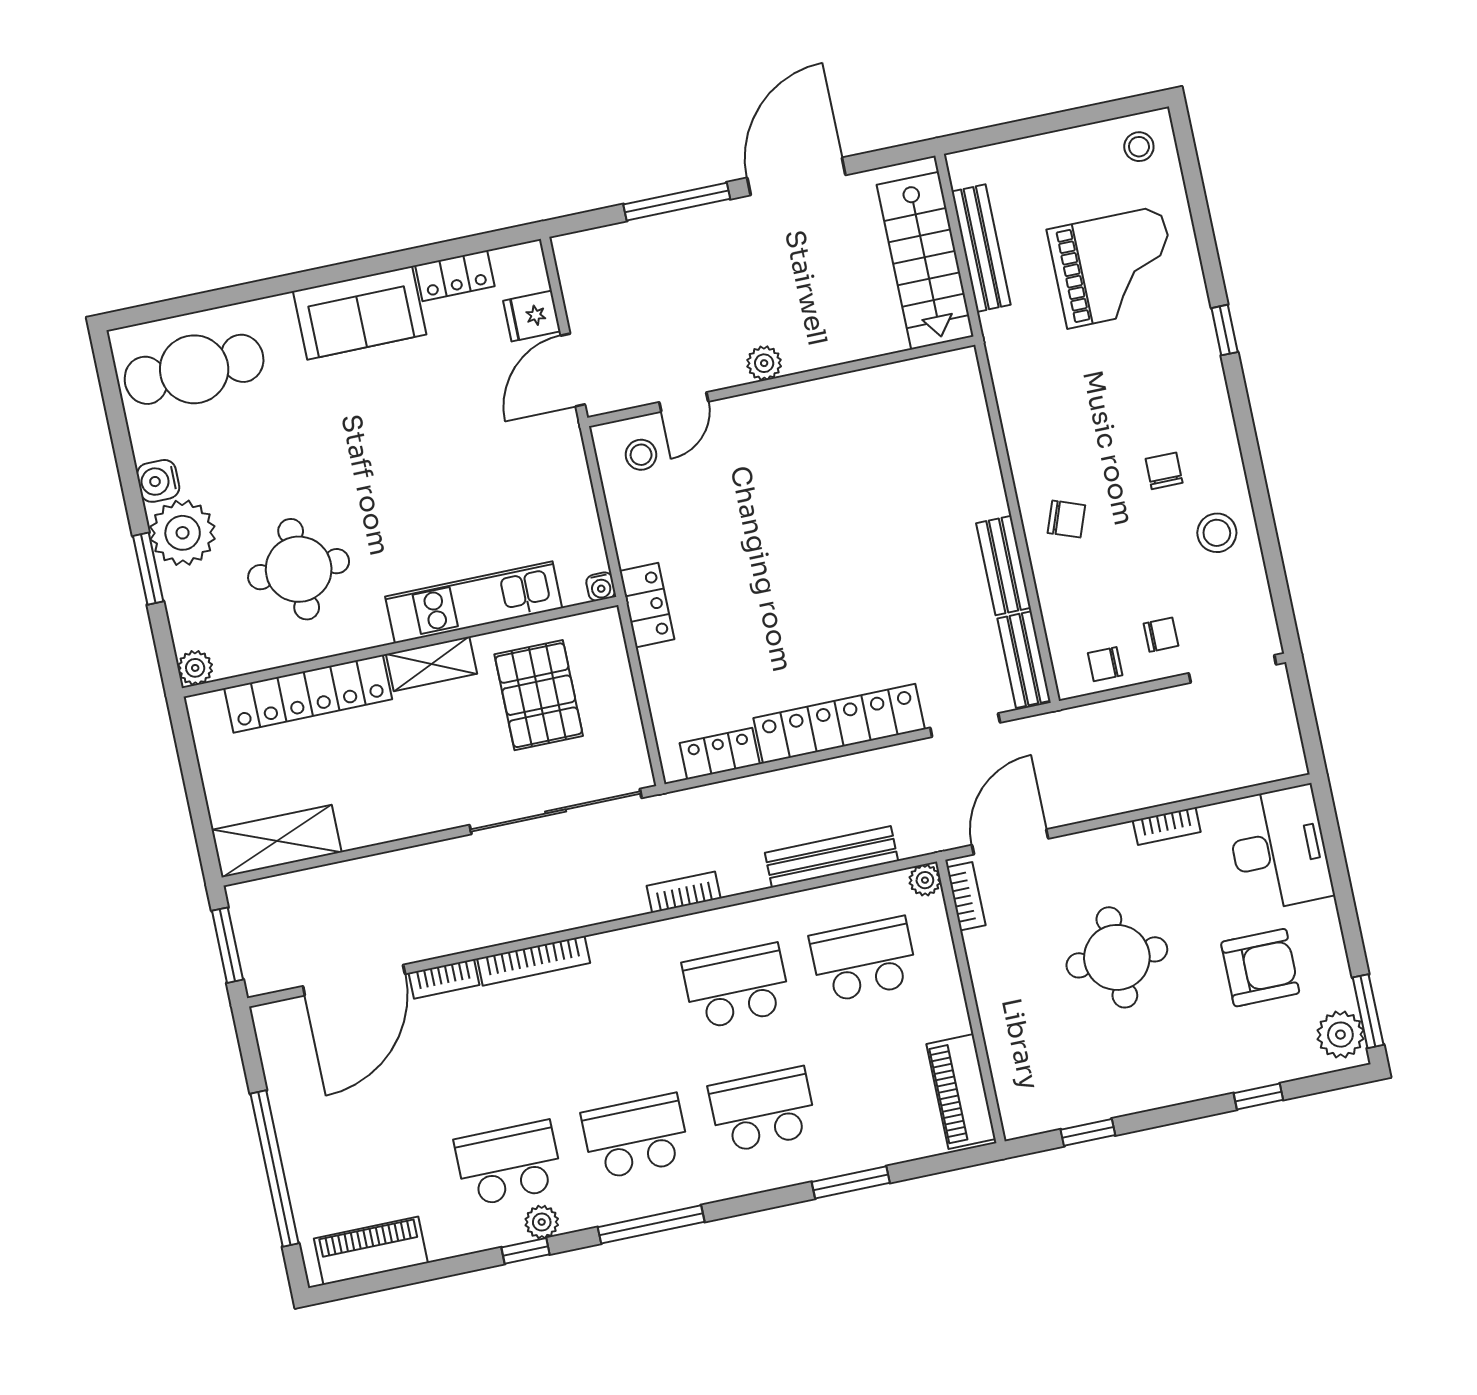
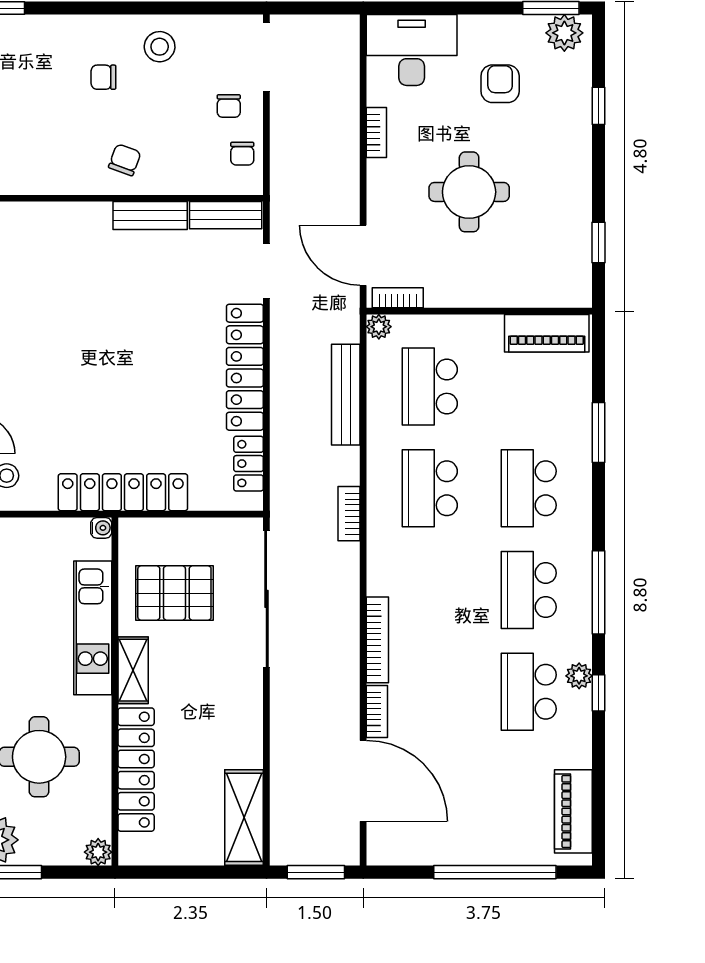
locker: (647, 605) -> (123, 492), width x2.16, depth x1.21
chair: (1161, 635) -> (229, 106), turned 180
armchair: (1260, 968) -> (500, 84), width x0.72, depth x0.72

